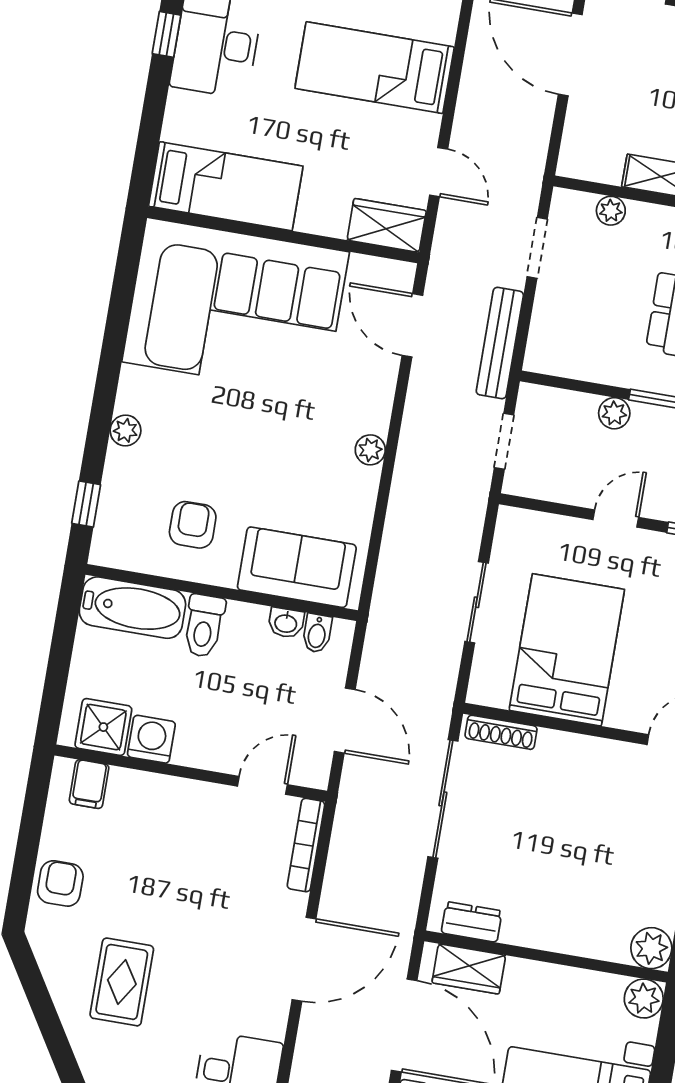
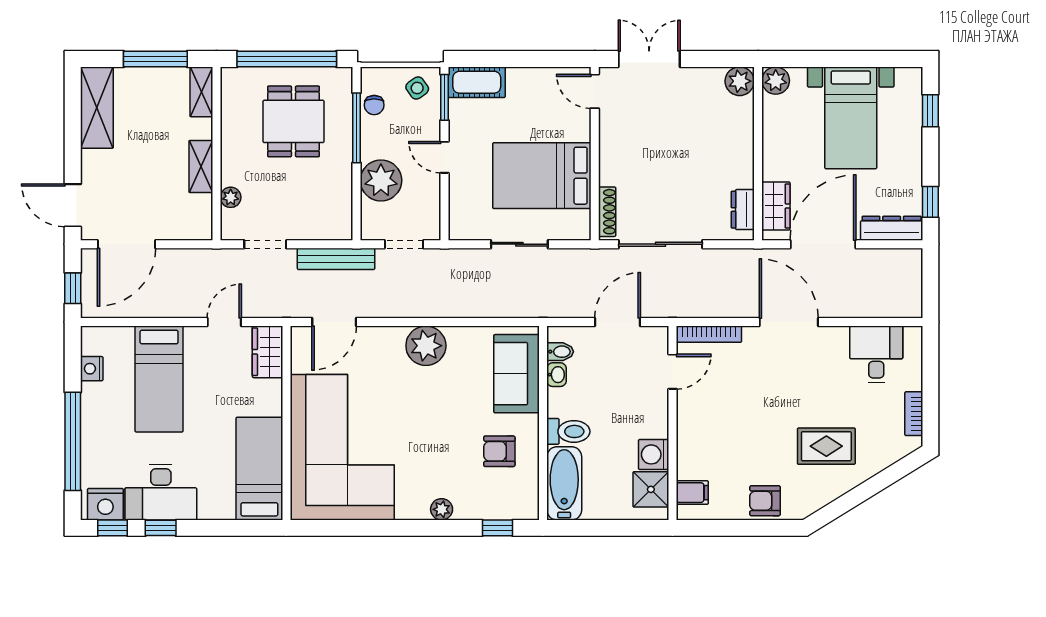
plant: (614, 413) -> (381, 180), width x1.87, depth x1.87
plant: (370, 450) -> (426, 346), width x1.87, depth x1.87
door: (262, 785) -> (673, 372), swing flipped

